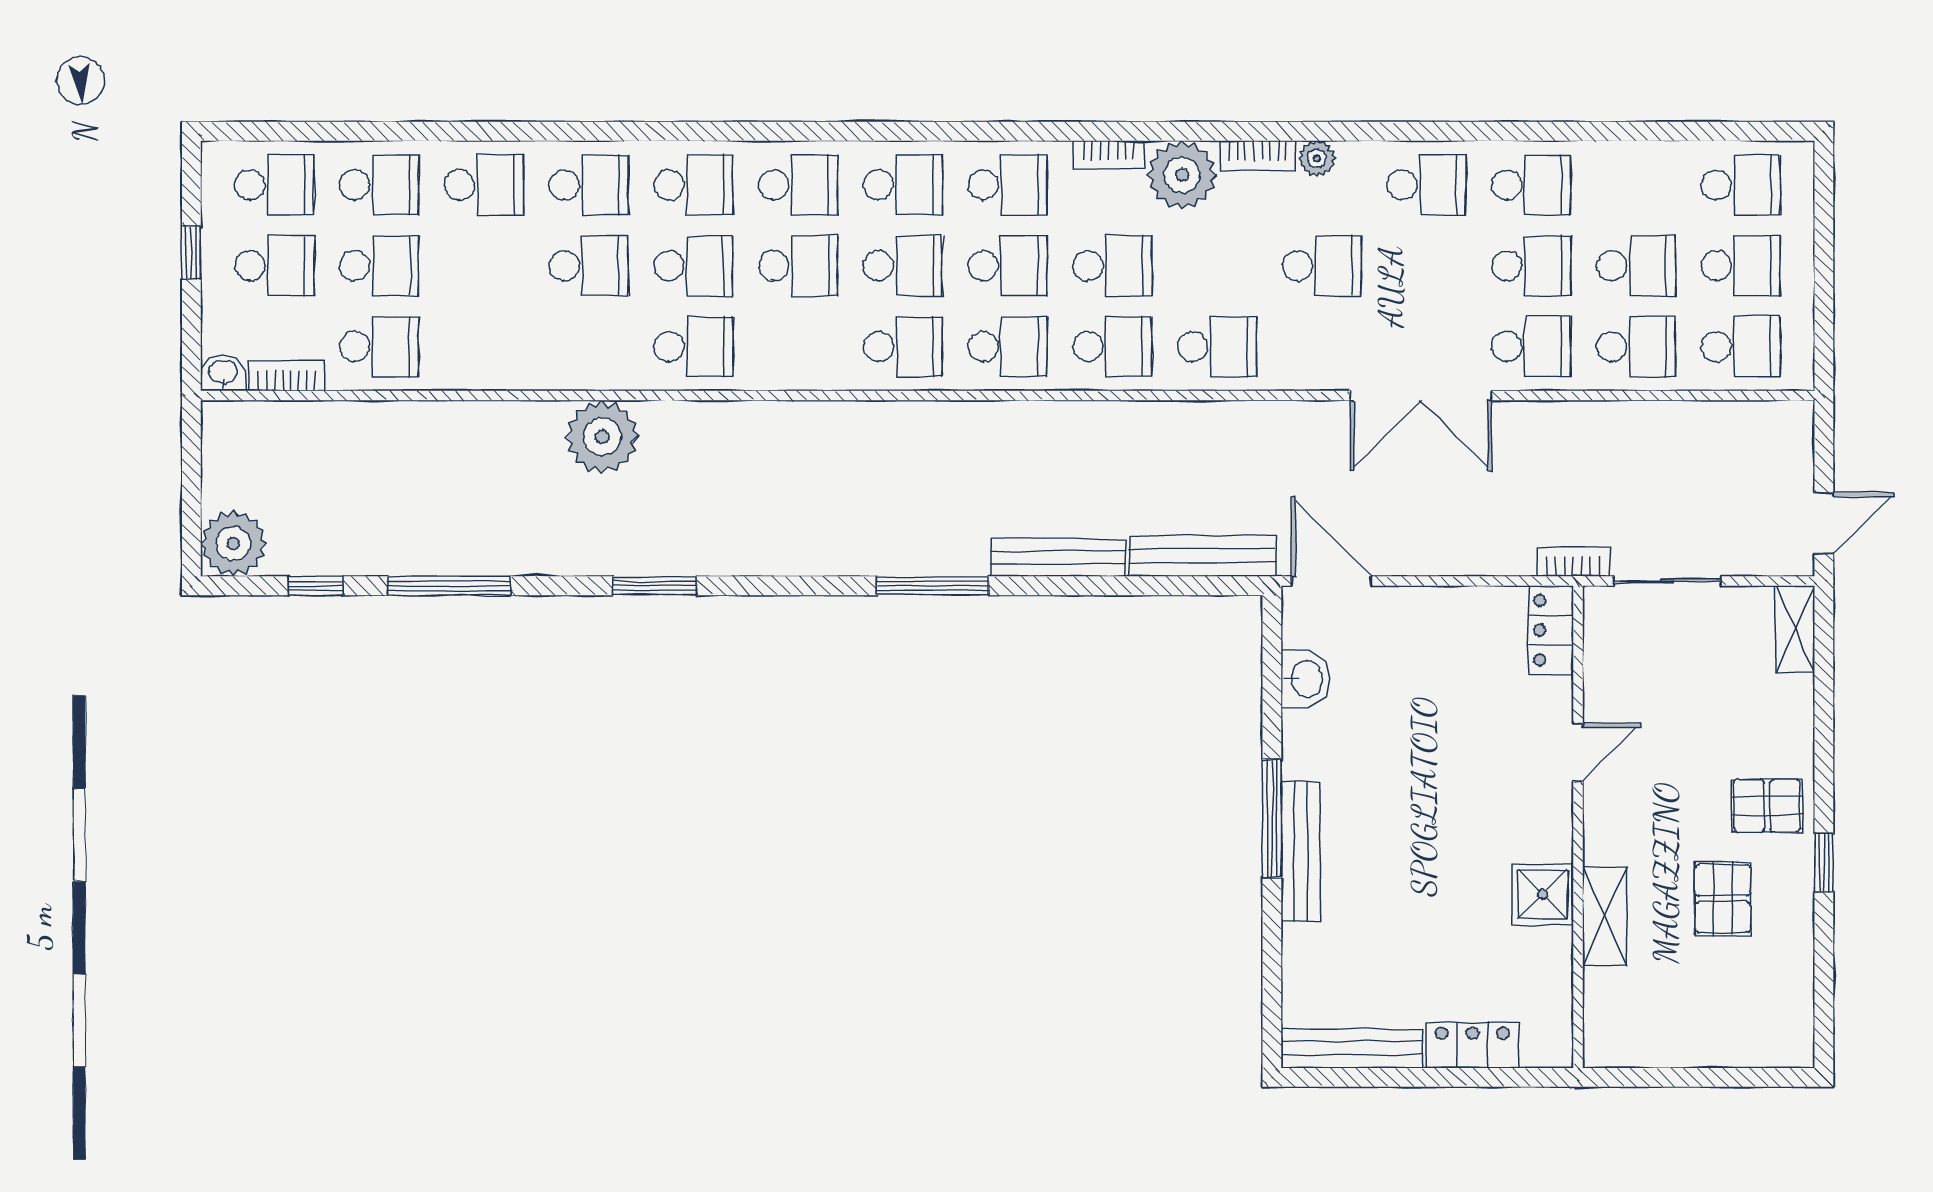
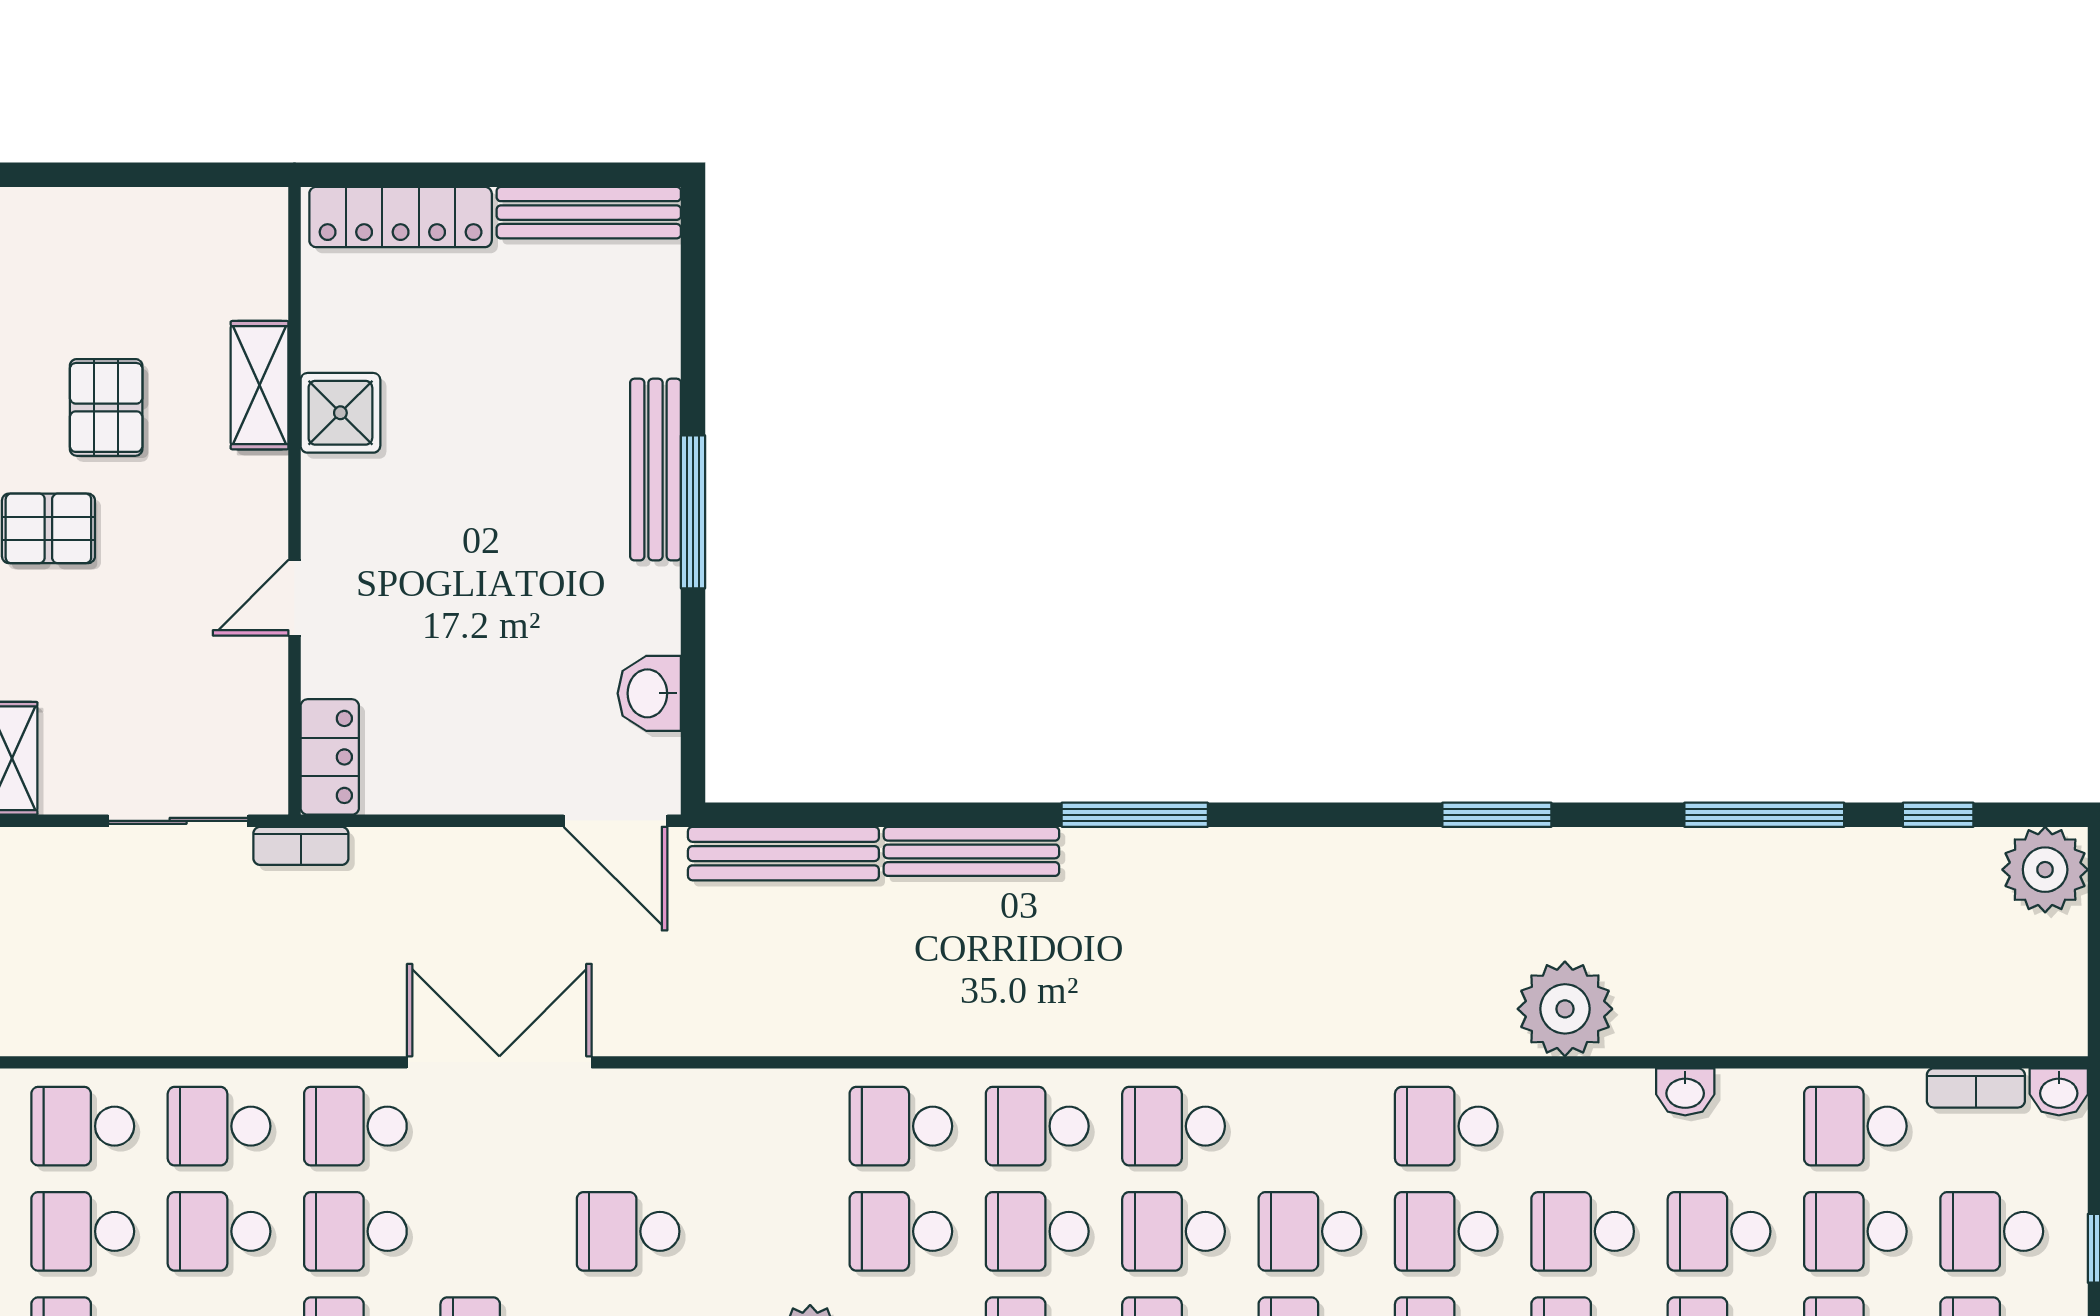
school desk: (1217, 347) -> (1719, 1231), moved
washbasin: (510, 373) -> (1685, 1092), added
locker: (1472, 1045) -> (401, 217), width x1.53

